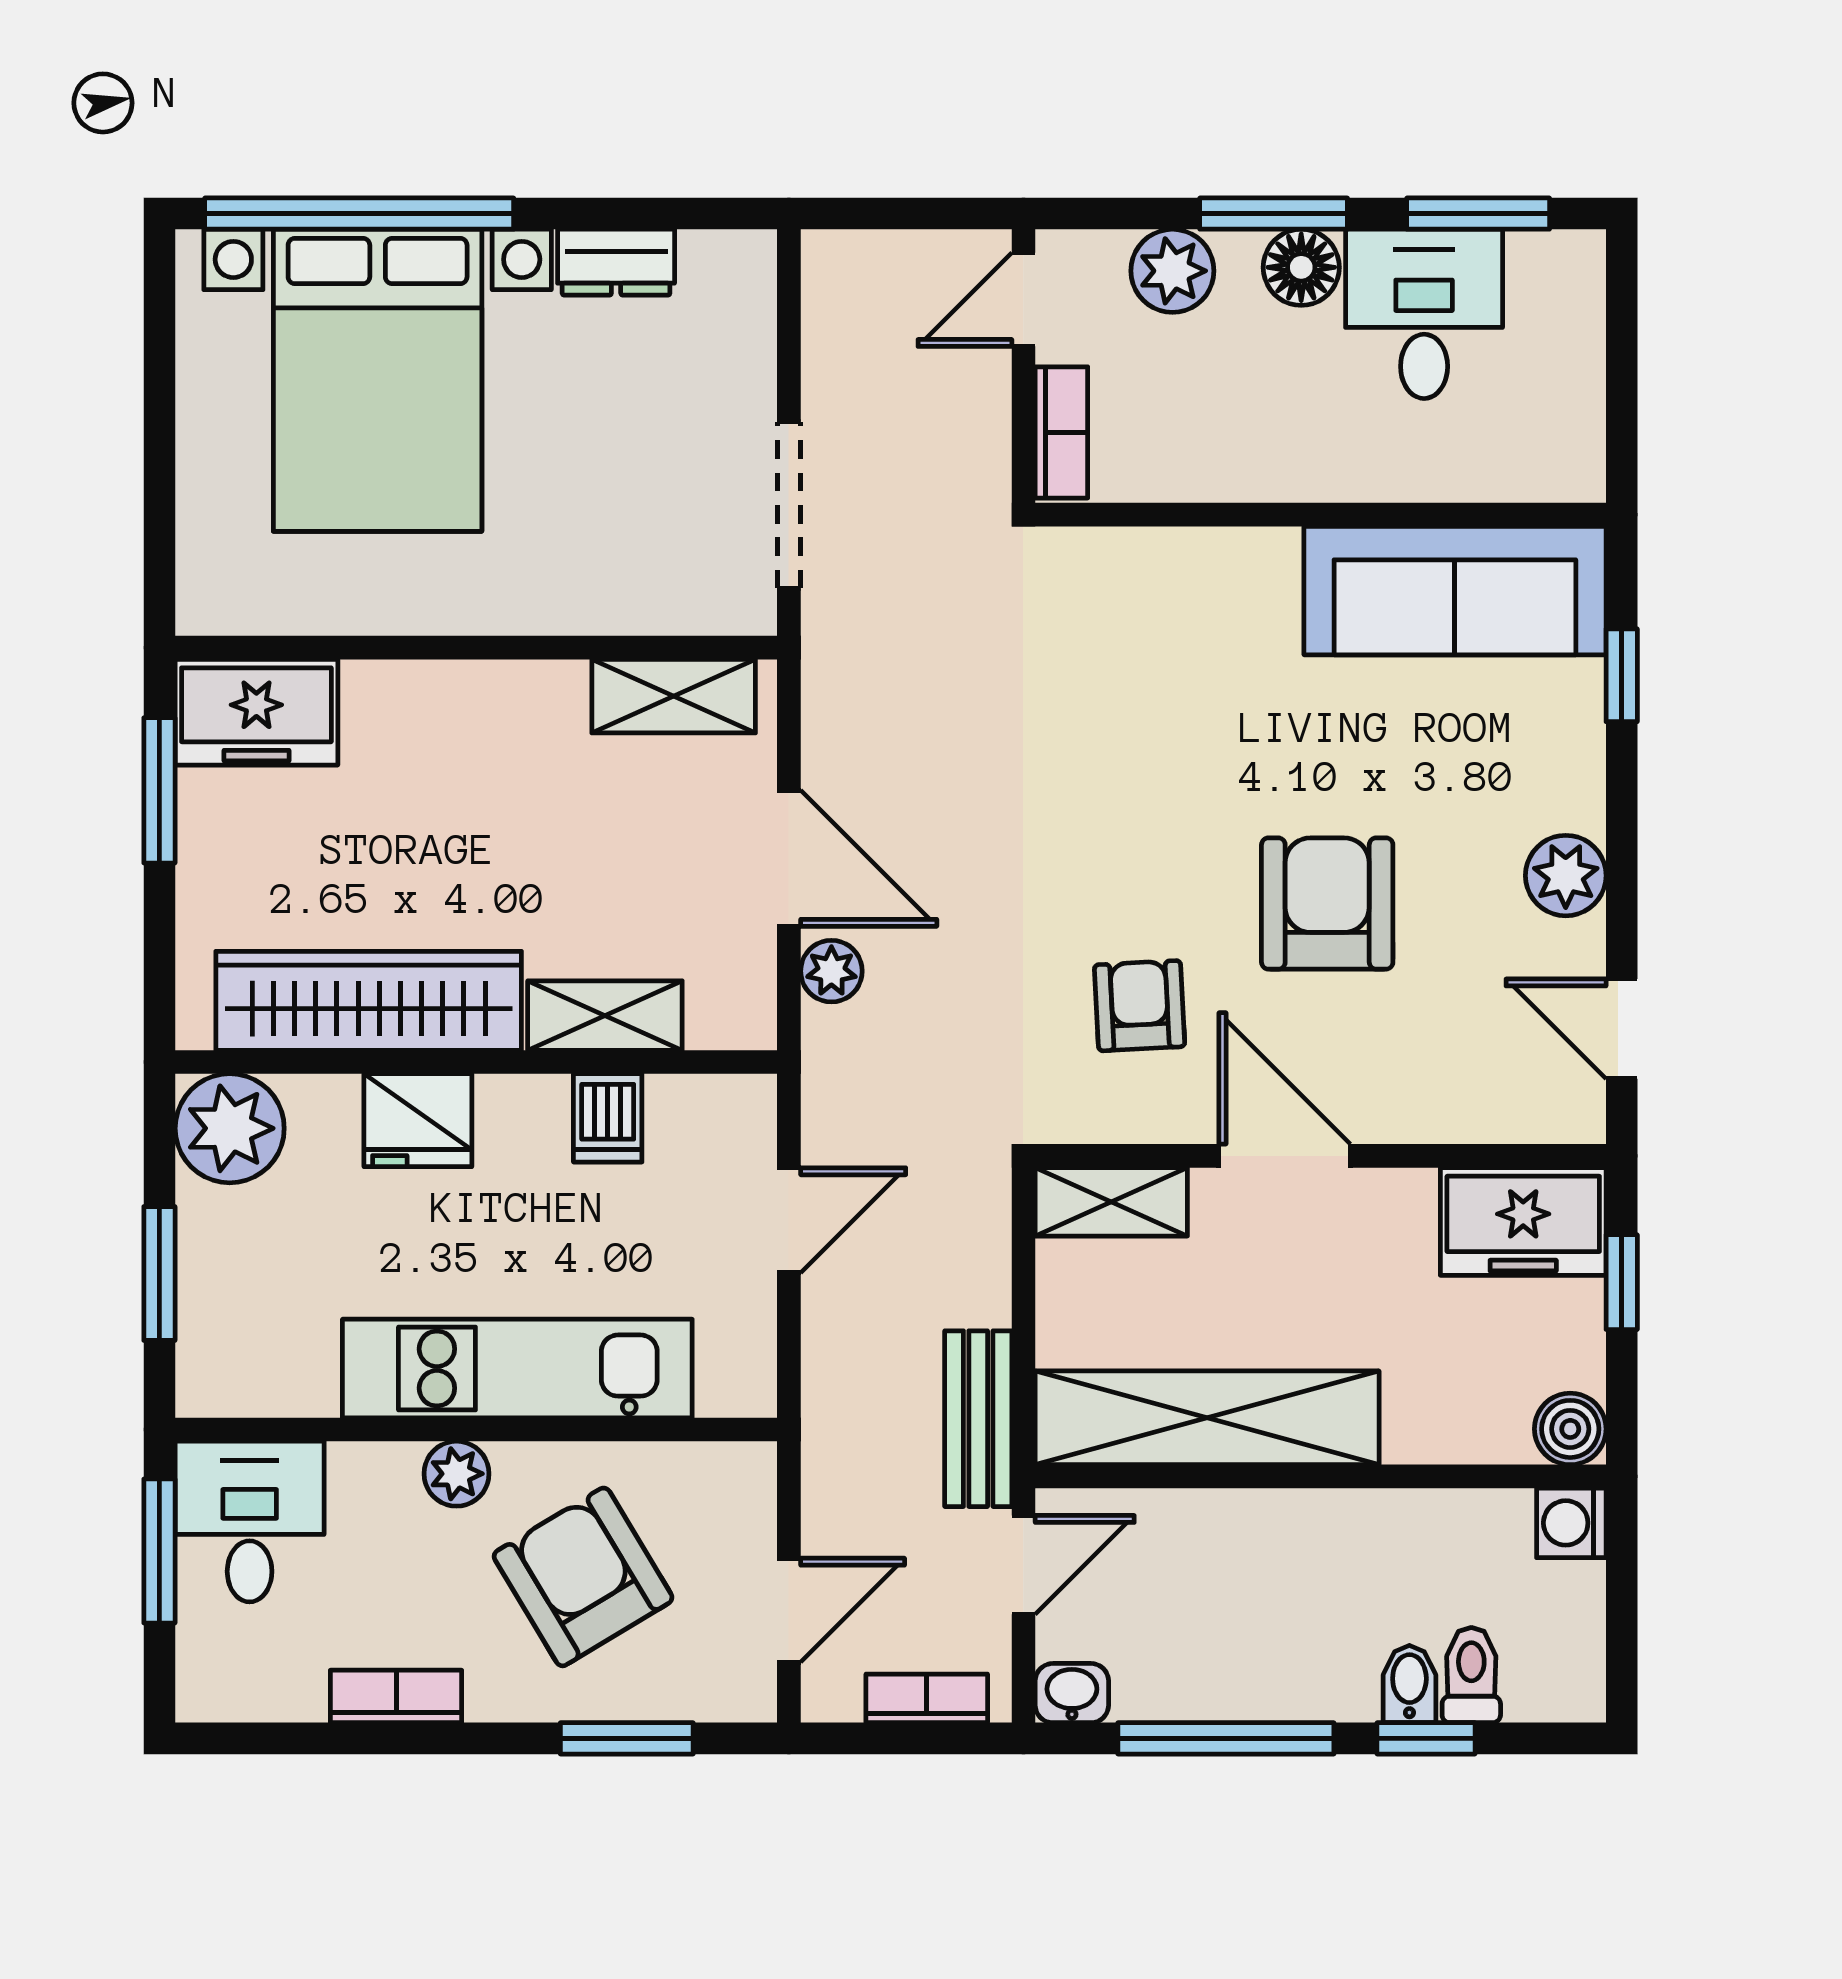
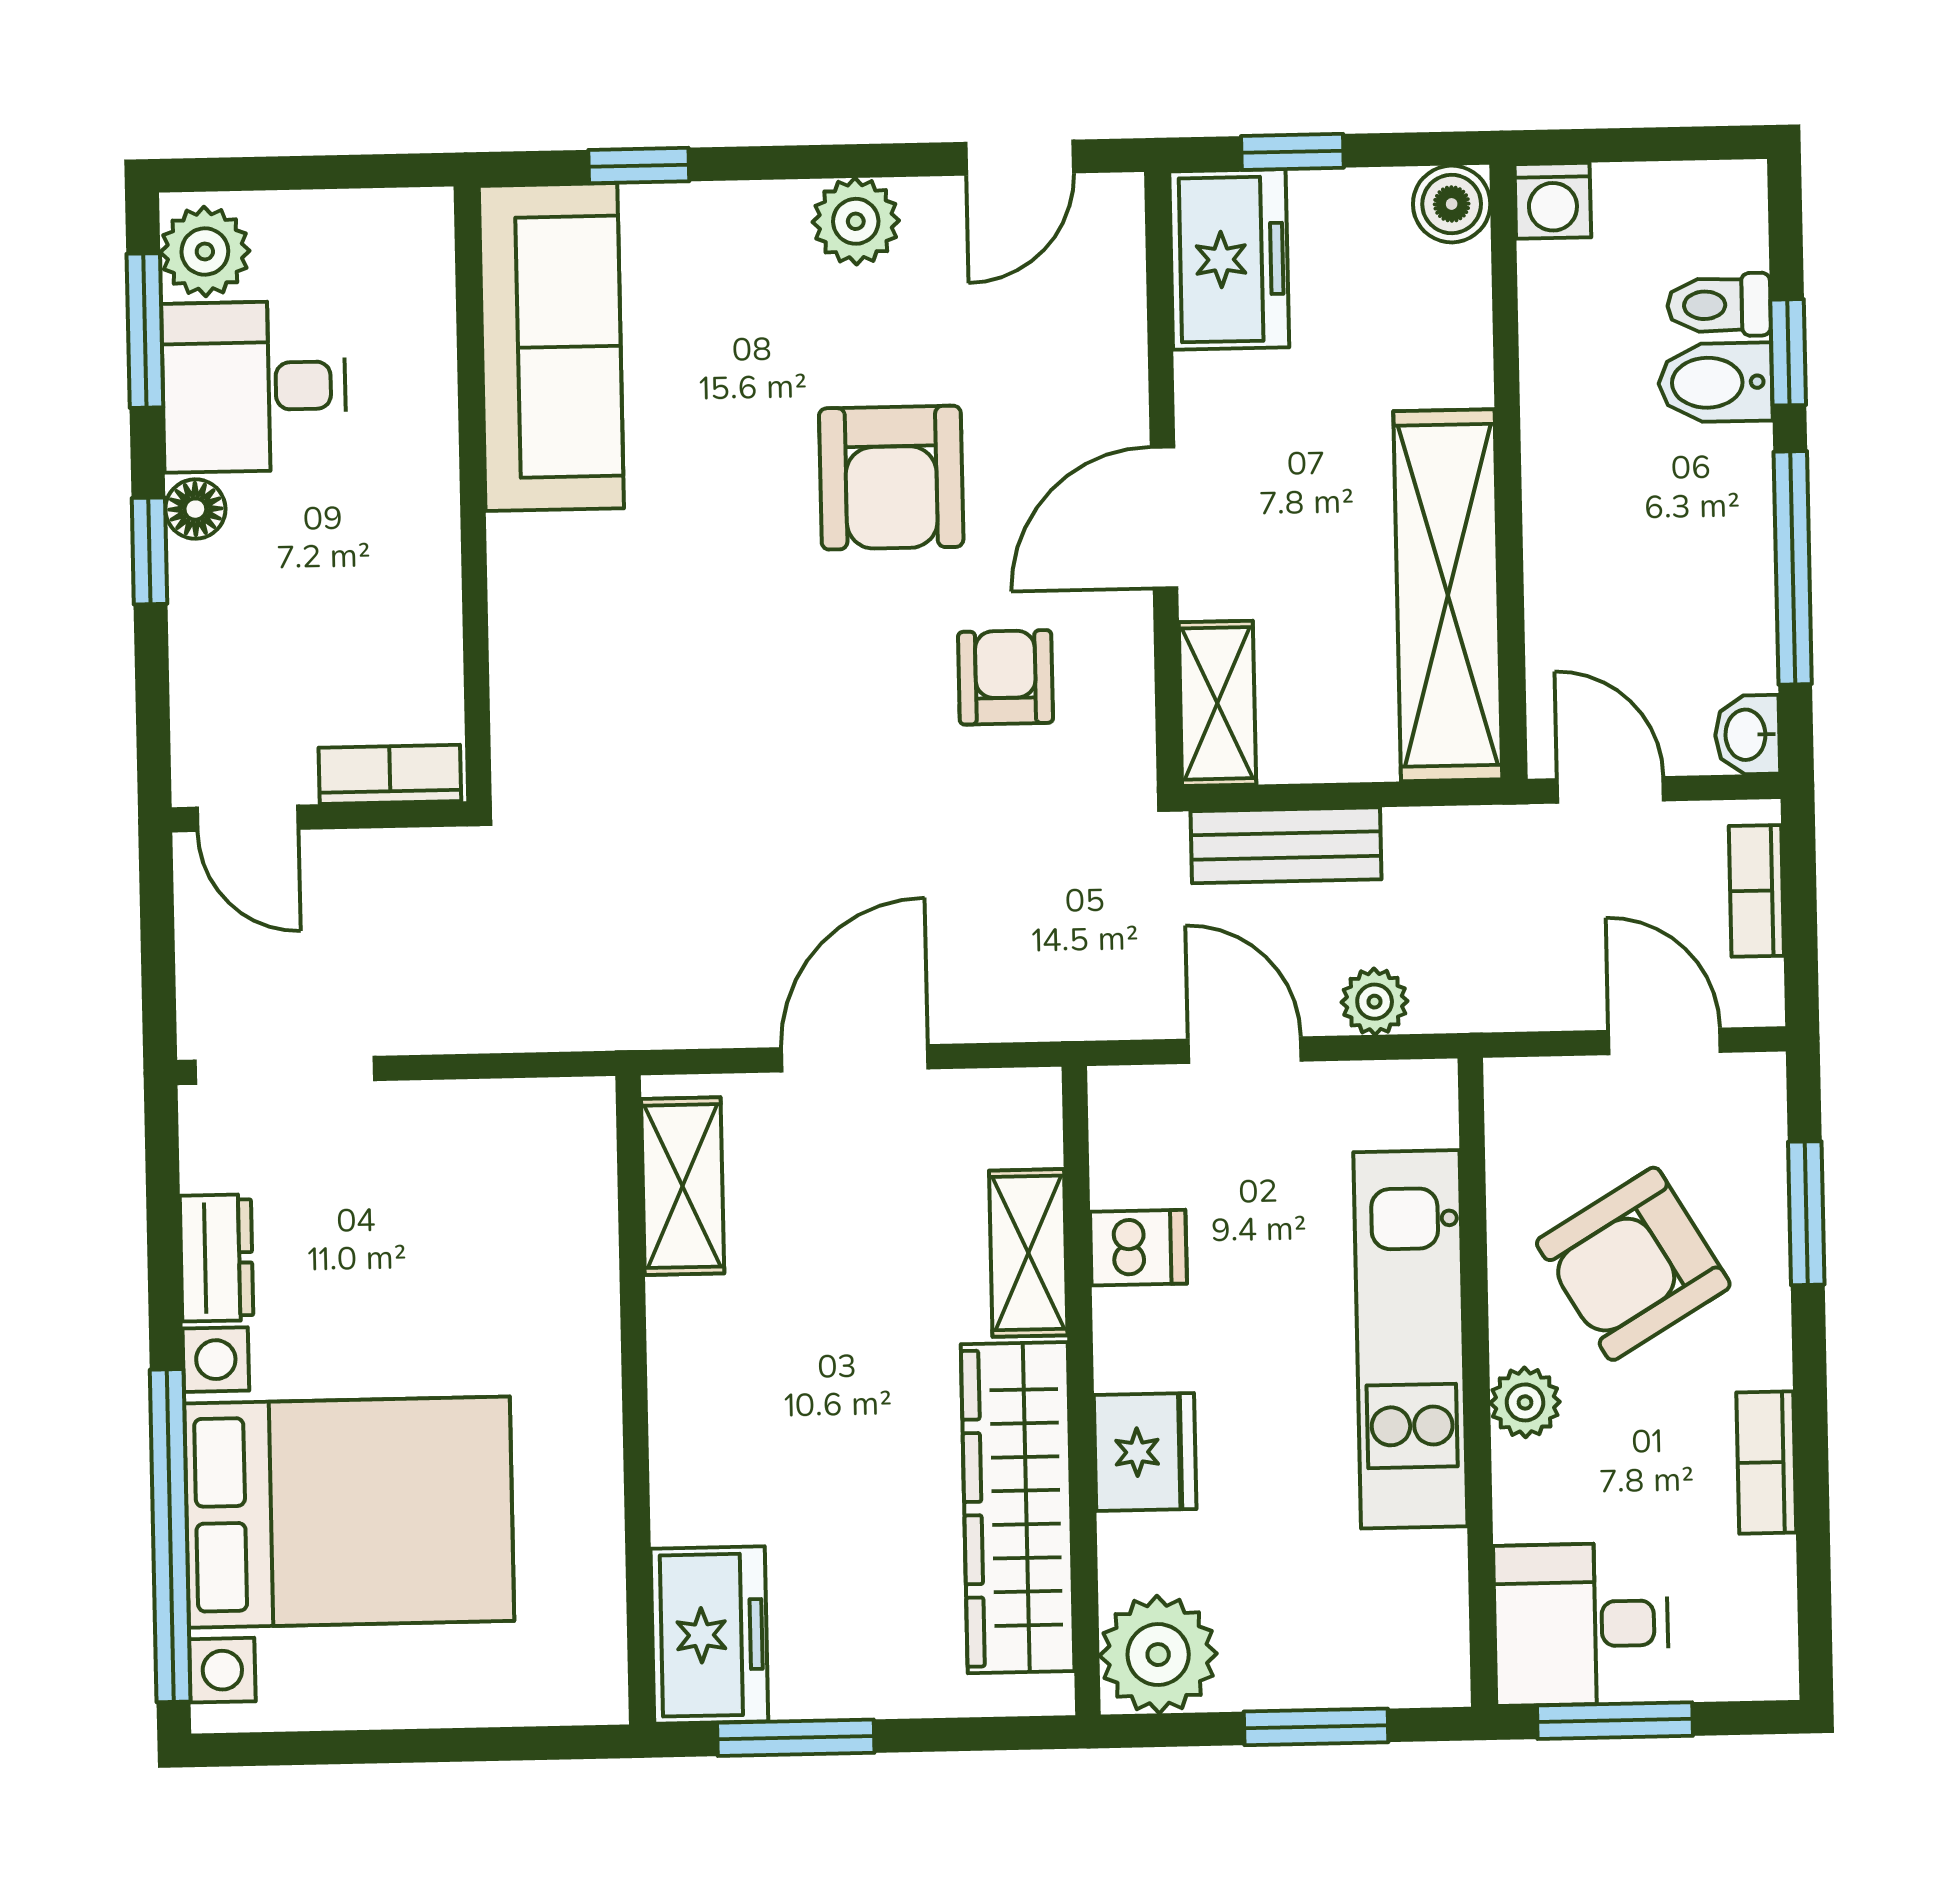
window: (1274, 214) -> (149, 551), width x0.67
floor lamp: (1301, 267) -> (195, 509), width x0.73, depth x0.73
plant: (1172, 271) -> (205, 251), moved
doorway: (789, 505) -> (285, 1070), moved
armchair: (1327, 903) -> (891, 478), turned -90
plant: (831, 971) -> (1375, 1002), moved
armchair: (1140, 1006) -> (1006, 677), turned 93
bench: (978, 1419) -> (1286, 845), moved
bidet: (1409, 1684) -> (1715, 383), width x1.38, depth x1.36

